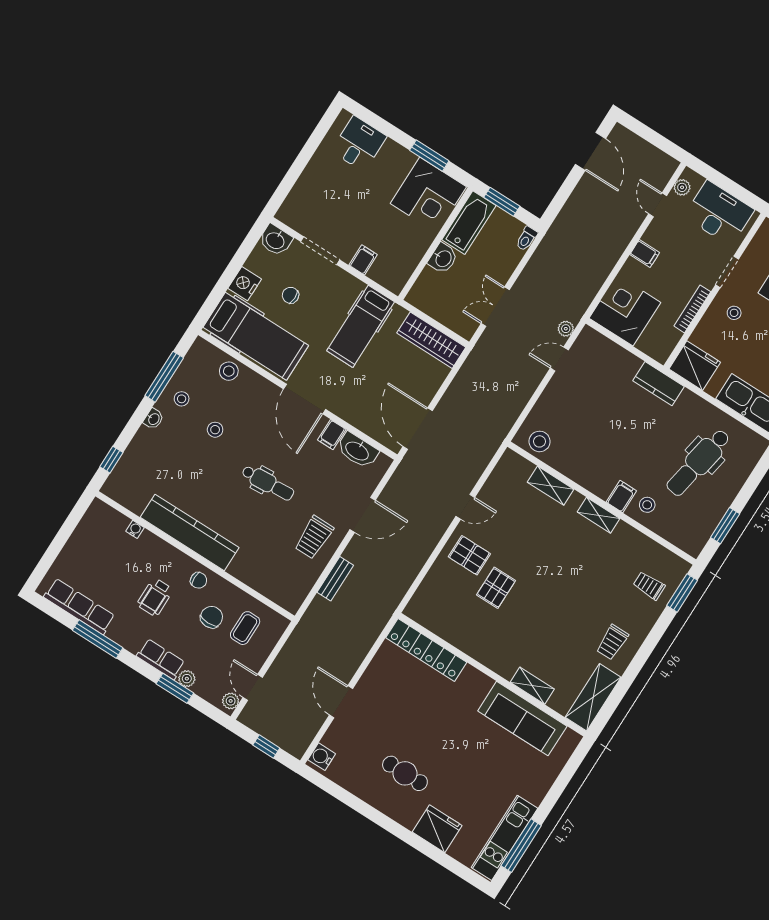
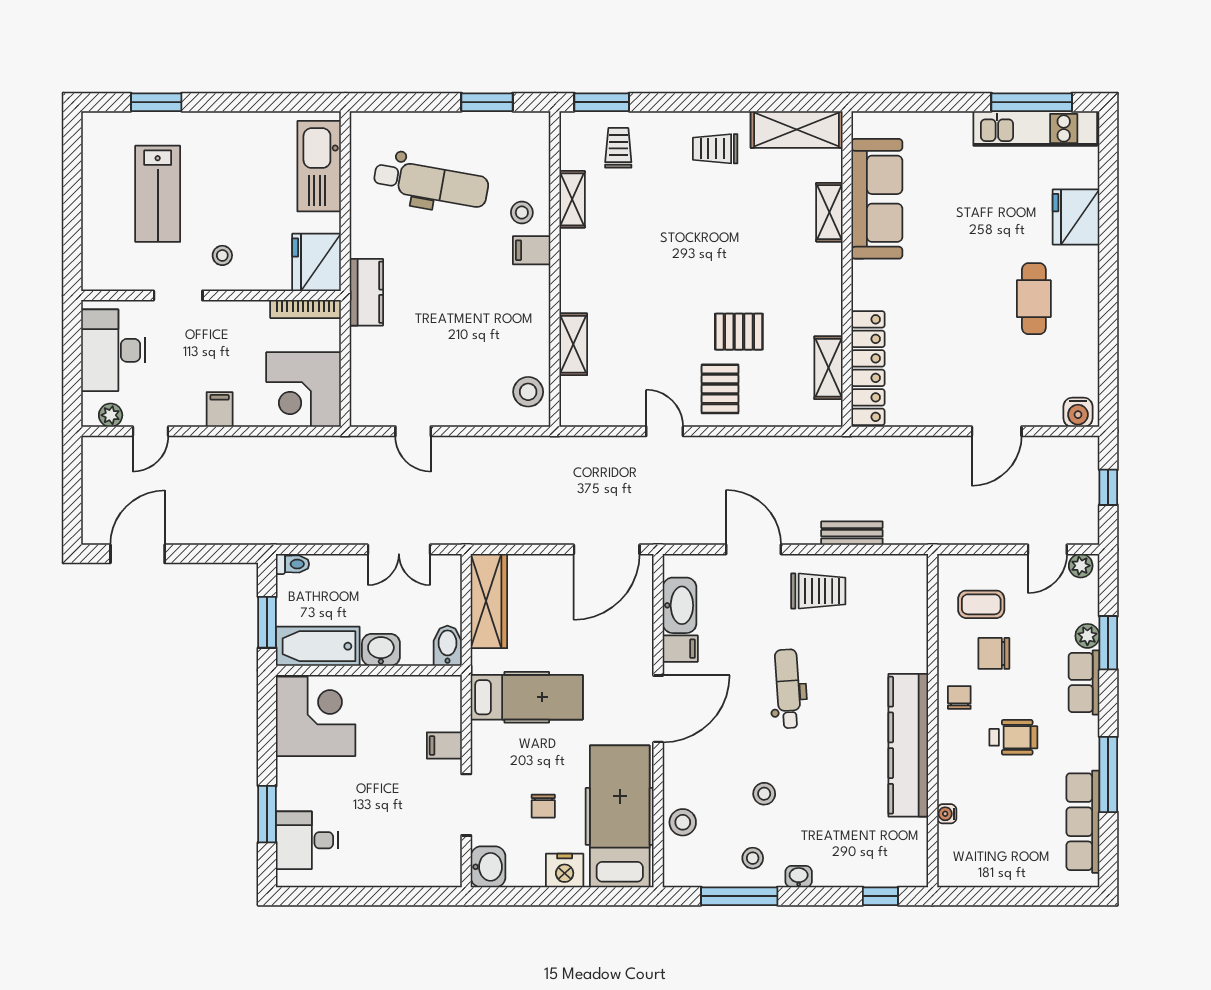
window: (429, 156) -> (267, 814), moved
bidet: (421, 299) -> (447, 646), added
bookcase: (692, 309) -> (306, 309), moved
plant: (566, 329) -> (371, 447), removed
shelving: (598, 515) -> (572, 199), moved
trolley: (649, 586) -> (618, 148), turned 180
shelving: (441, 627) -> (828, 368), added
trolley: (612, 642) -> (715, 149), turned 180

